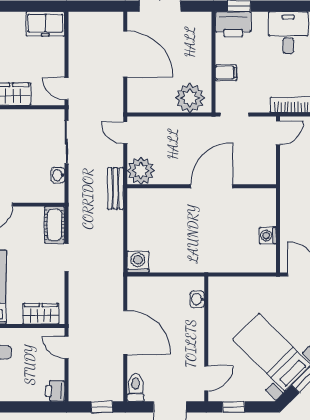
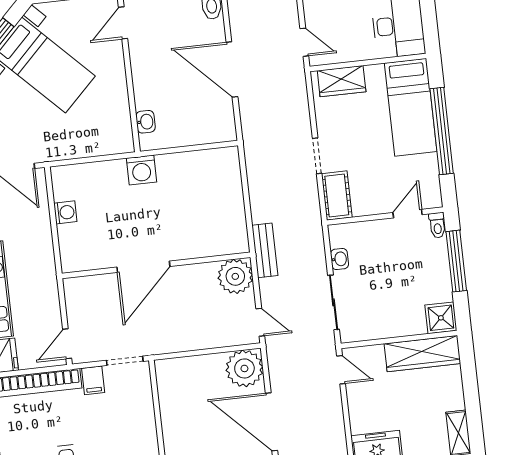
filing cabinet: (226, 73) -> (93, 380), moved, turned -90
plant: (190, 98) -> (244, 368), moved
washing machine: (138, 262) -> (141, 170), moved

